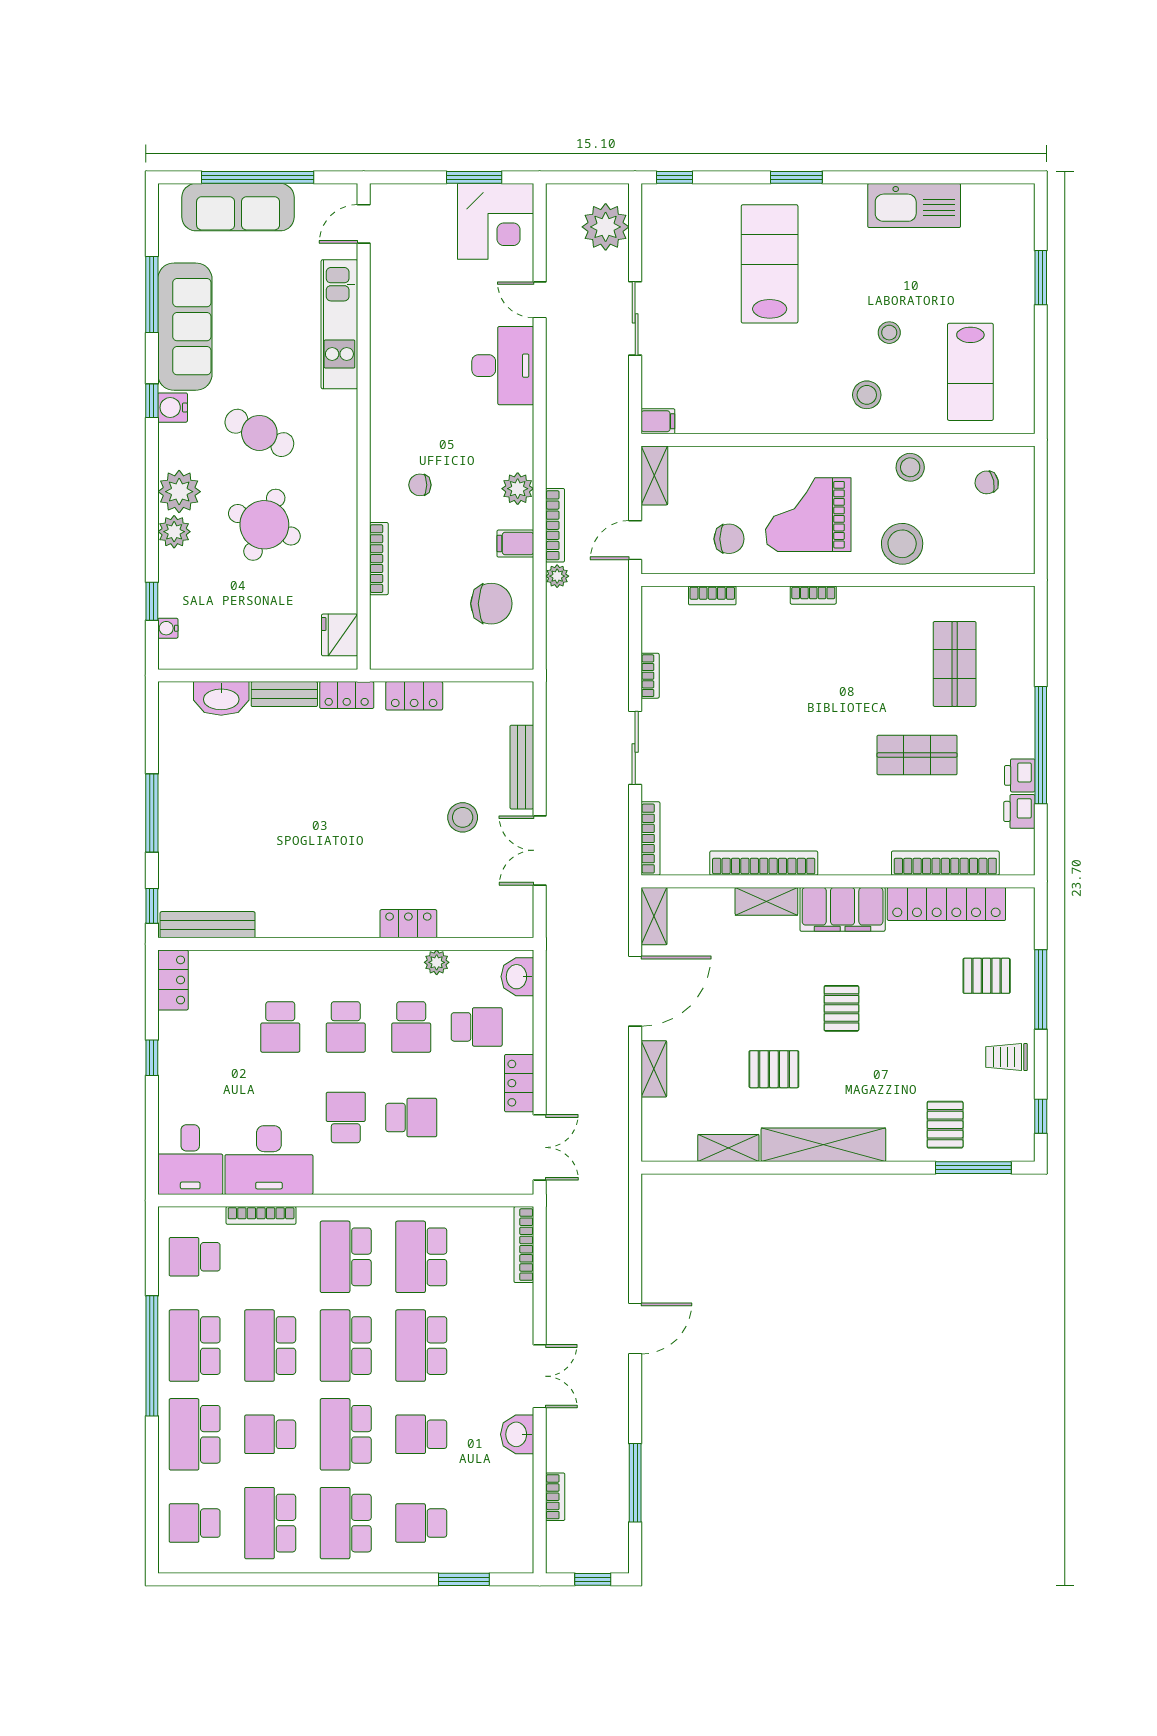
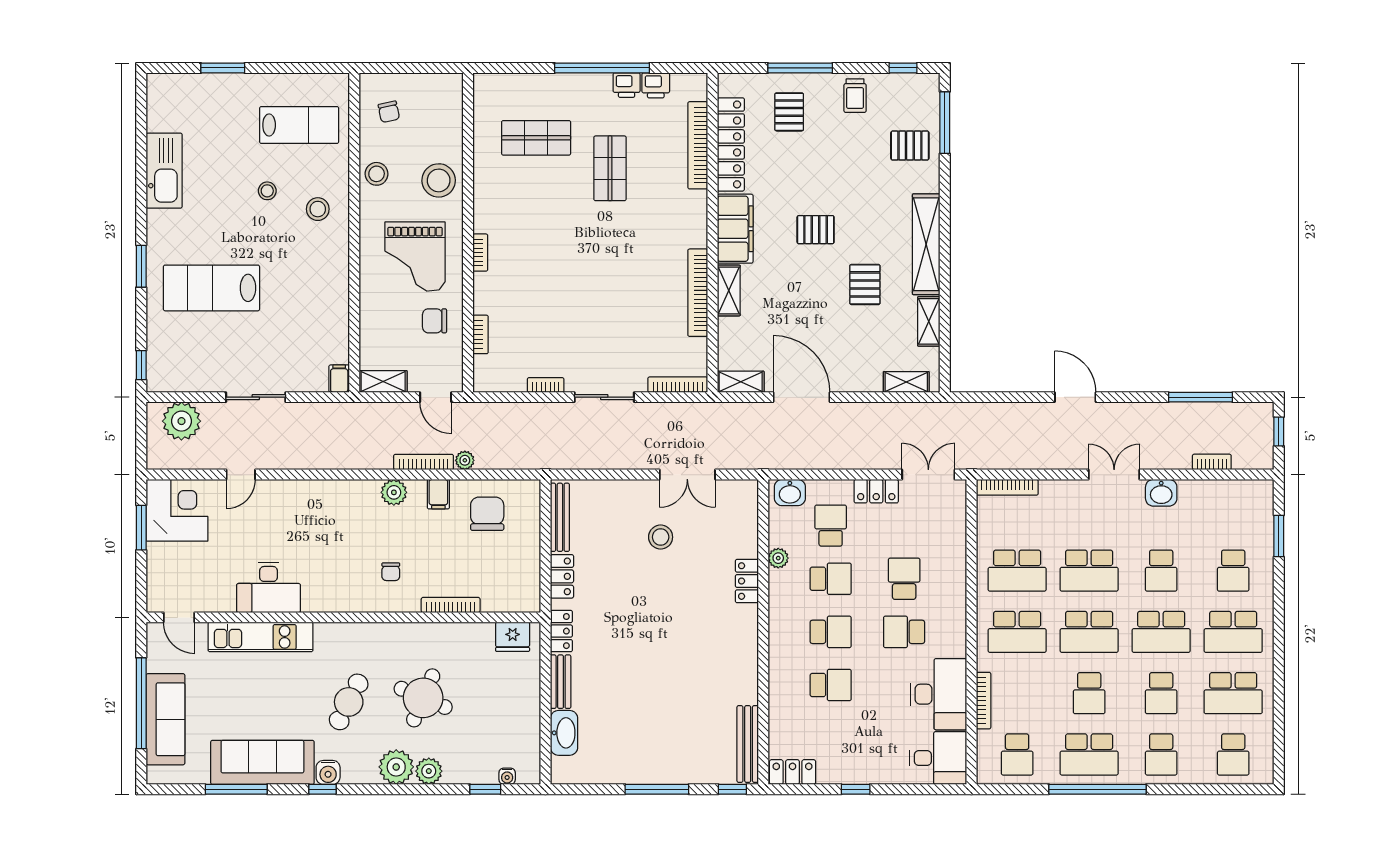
desk: (503, 366) -> (269, 587), moved, turned 180
chair: (729, 539) -> (435, 321), turned -90
bench: (522, 767) -> (560, 517), moved, turned 90
shelving: (654, 1069) -> (906, 382), moved
school desk: (270, 1346) -> (1089, 693), width x0.54
school desk: (195, 1434) -> (1161, 754), width x0.54

